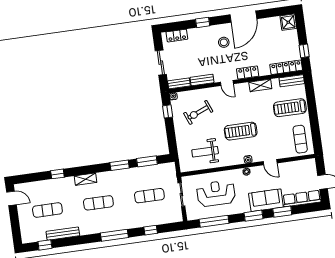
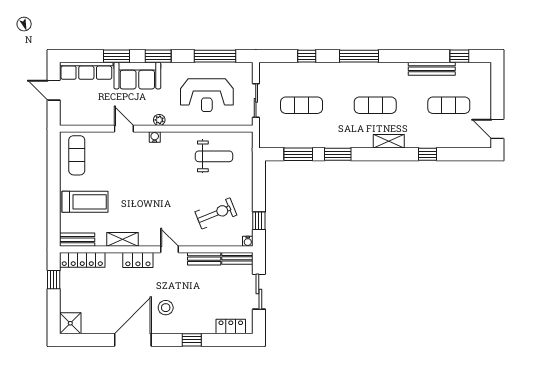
treadmill: (241, 131) -> (159, 178), removed

